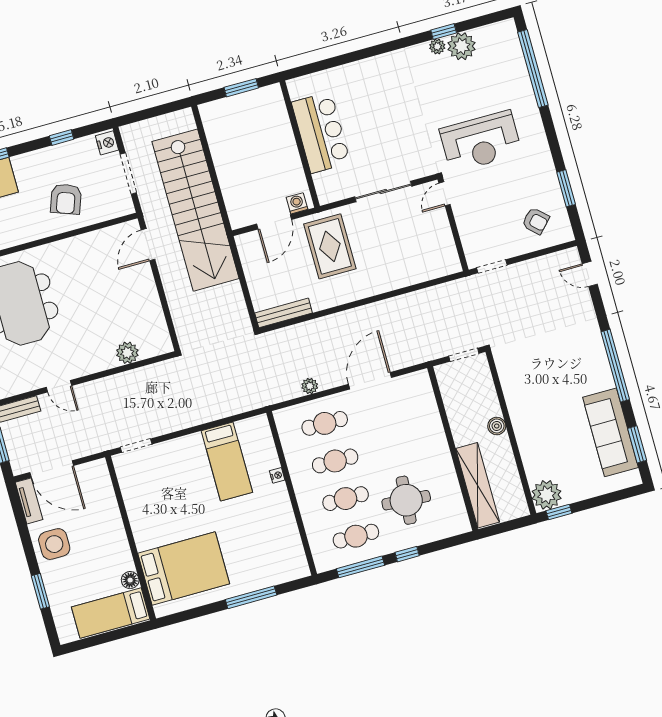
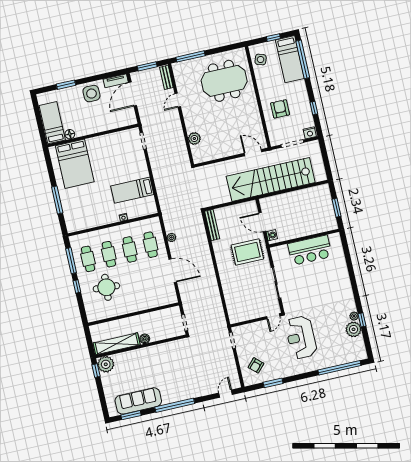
door: (445, 194) -> (273, 316), swing flipped
armchair: (66, 199) -> (280, 109), turned 70
shelving: (478, 485) -> (117, 344), moved

